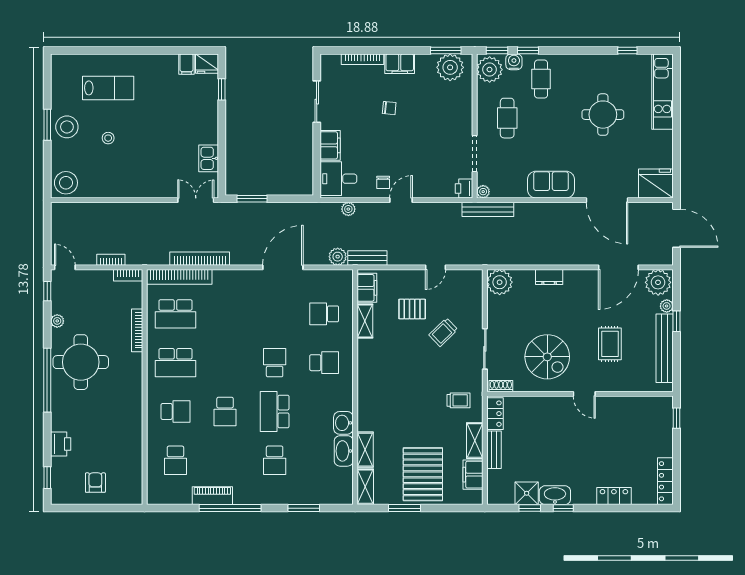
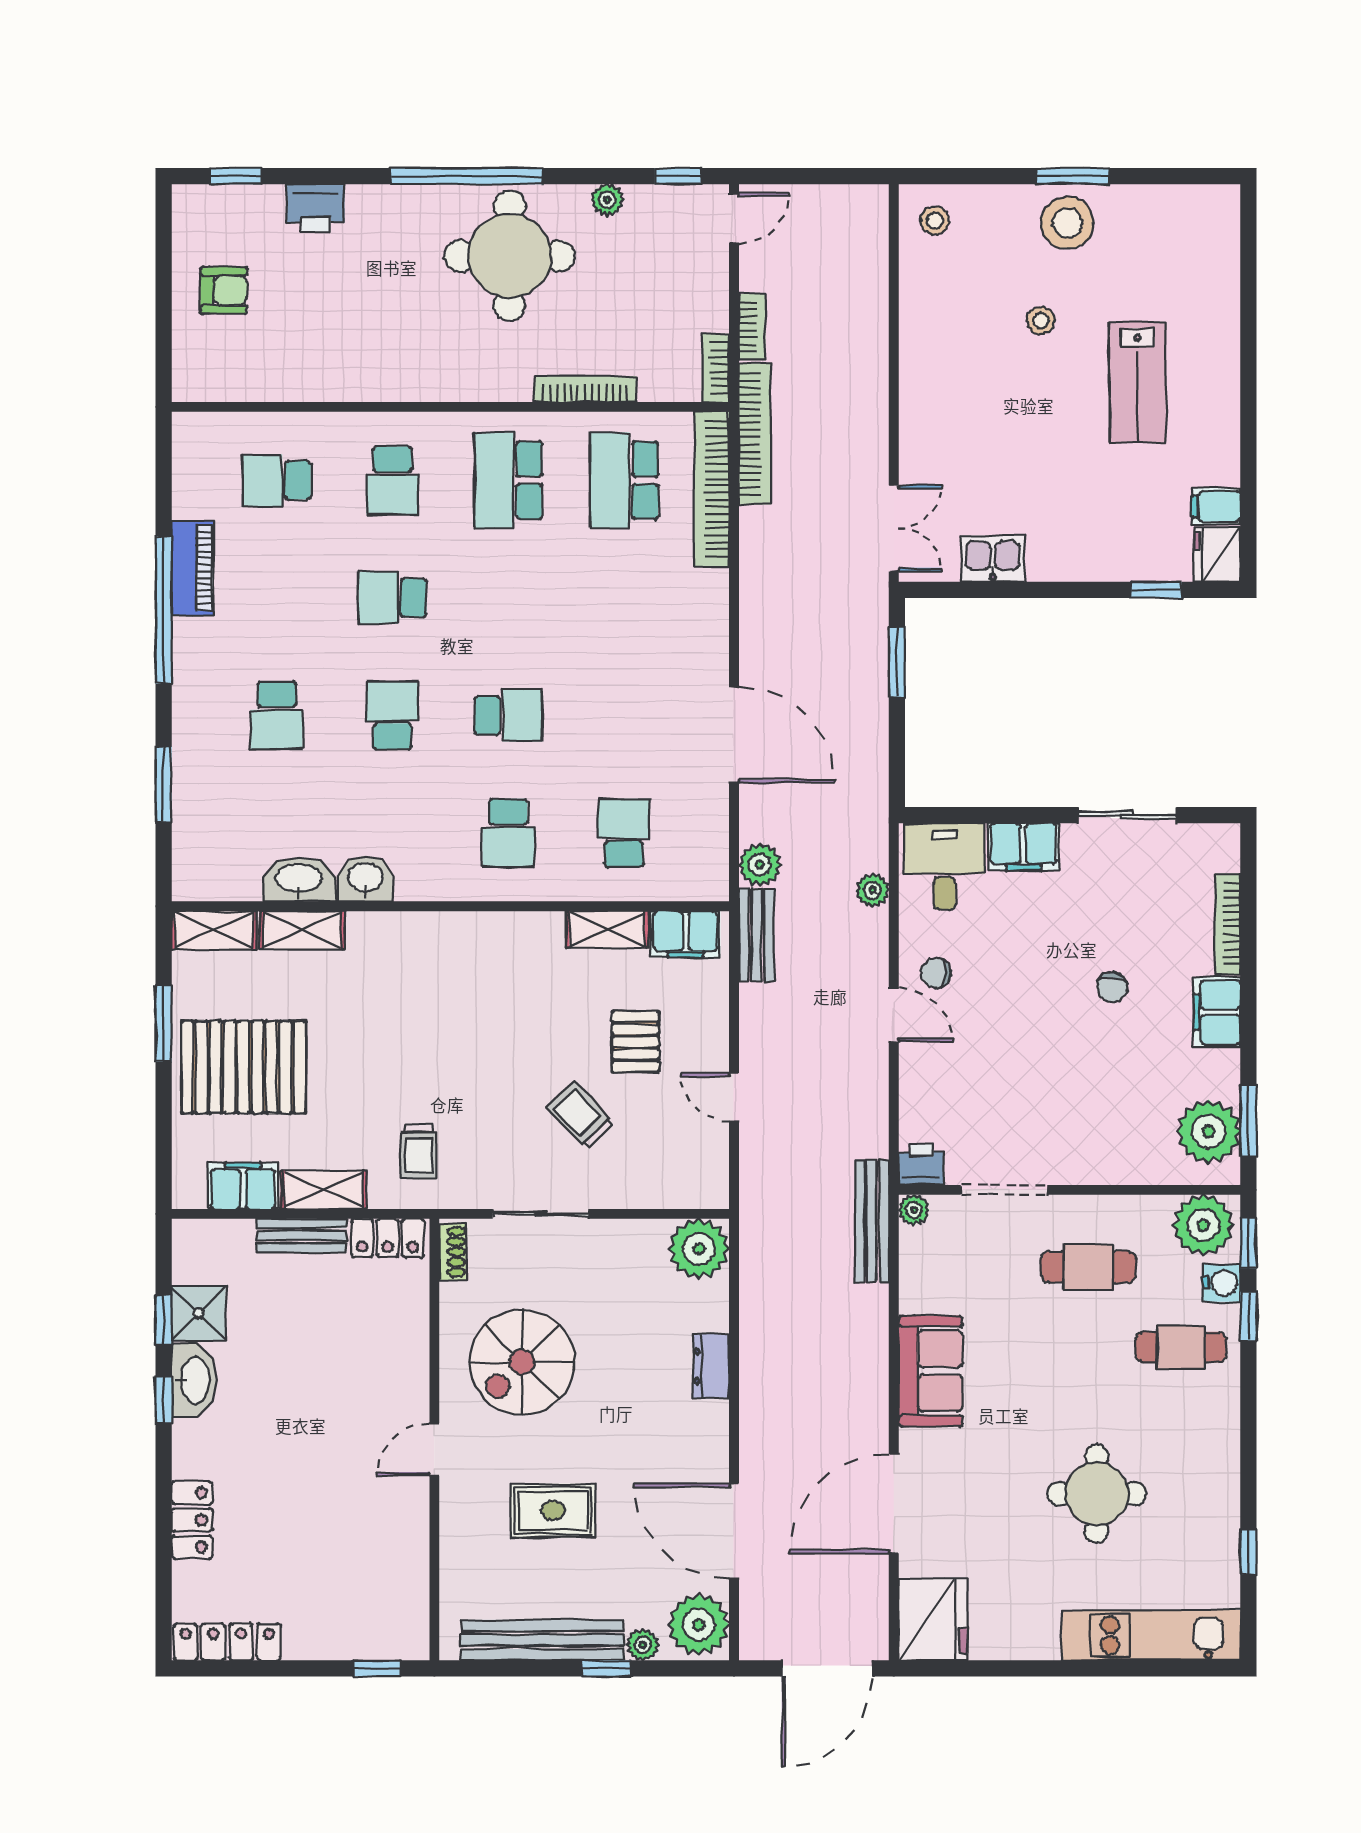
lab bench: (108, 88) -> (1137, 382), moved
stool: (66, 183) -> (935, 221), width x0.53, depth x0.53
bookcase: (200, 259) -> (755, 434), moved
school desk: (275, 411) -> (392, 715), width x0.54
school desk: (275, 460) -> (277, 715), turned -90

